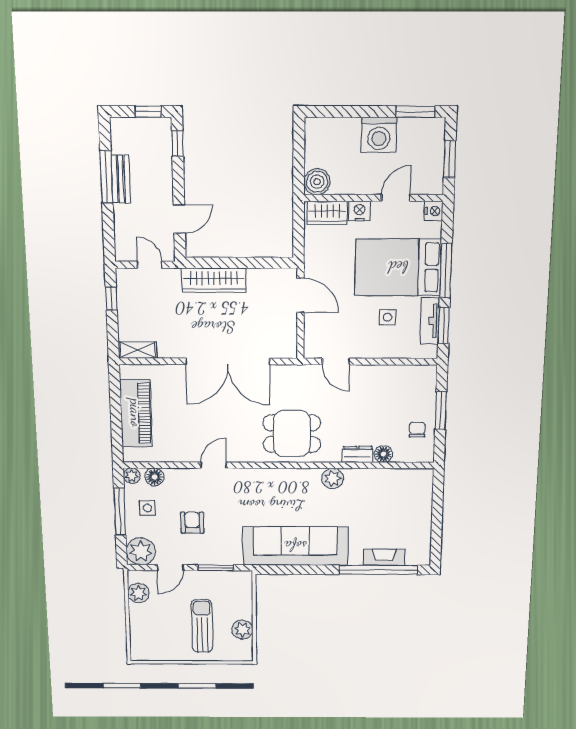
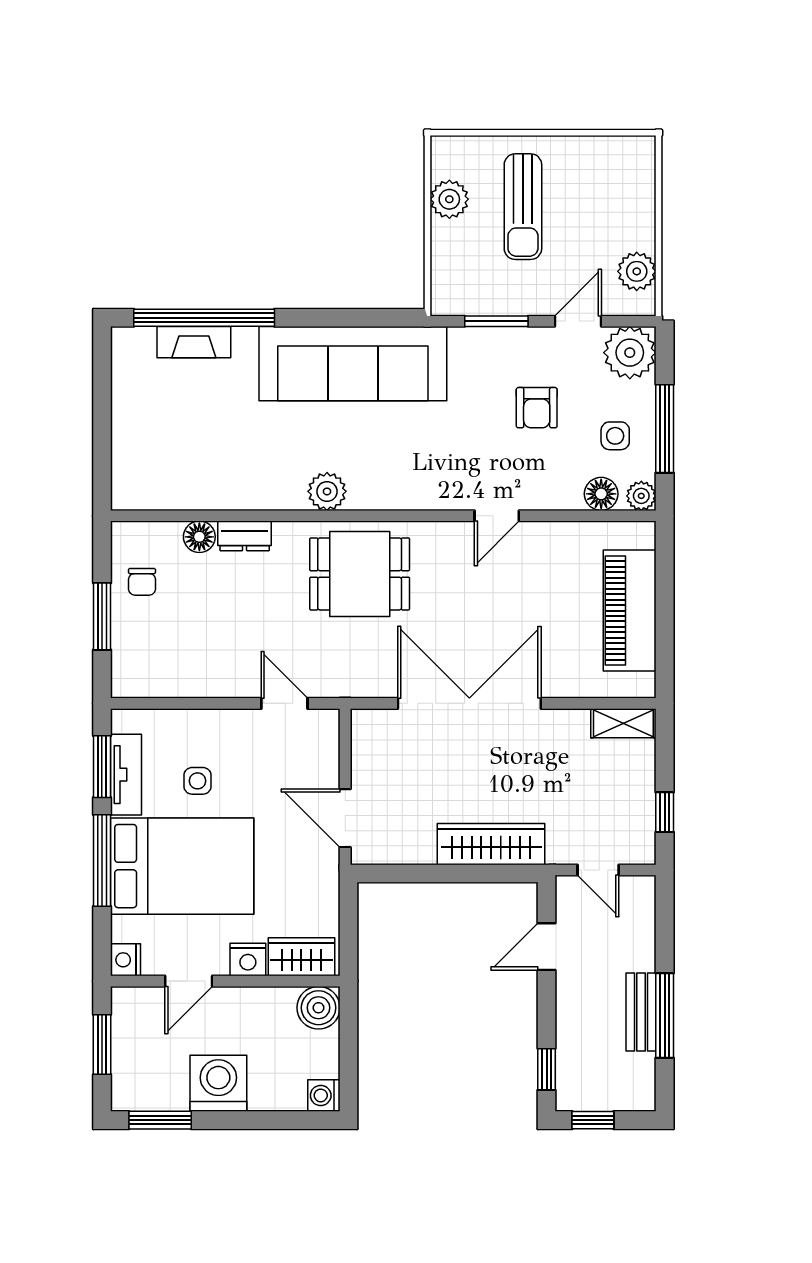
washing machine: (314, 127) -> (324, 1095), added
plant: (333, 478) -> (327, 491), moved

